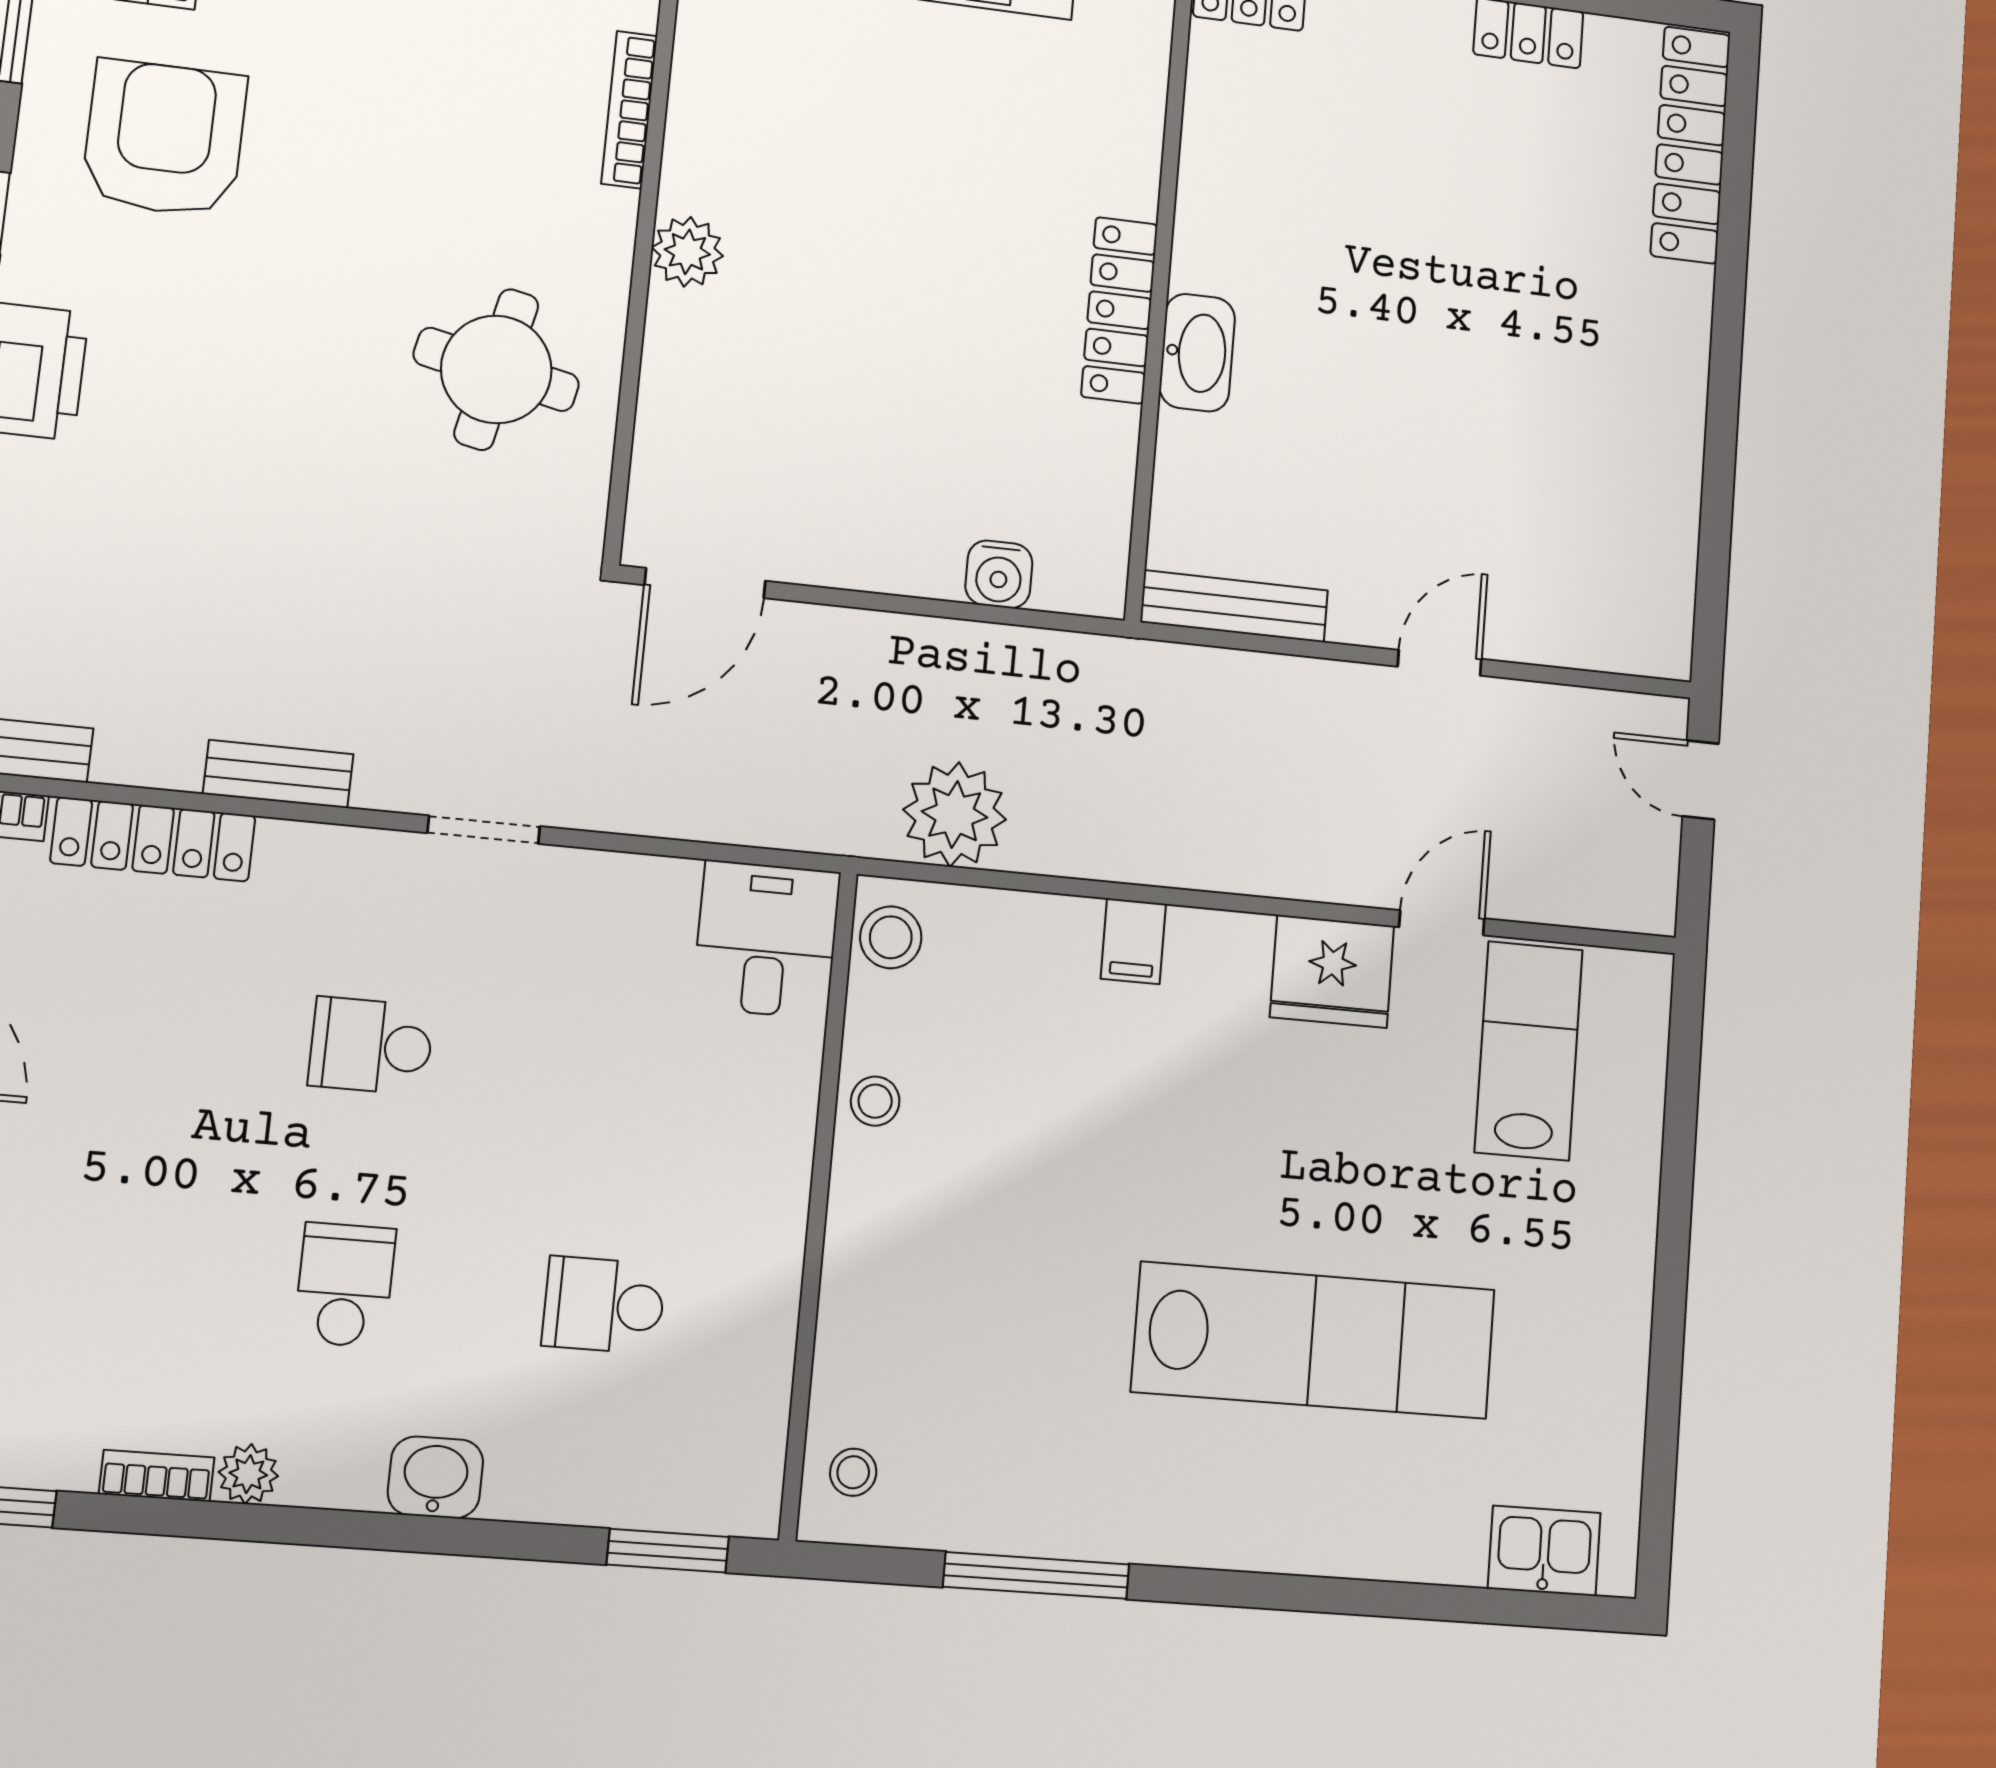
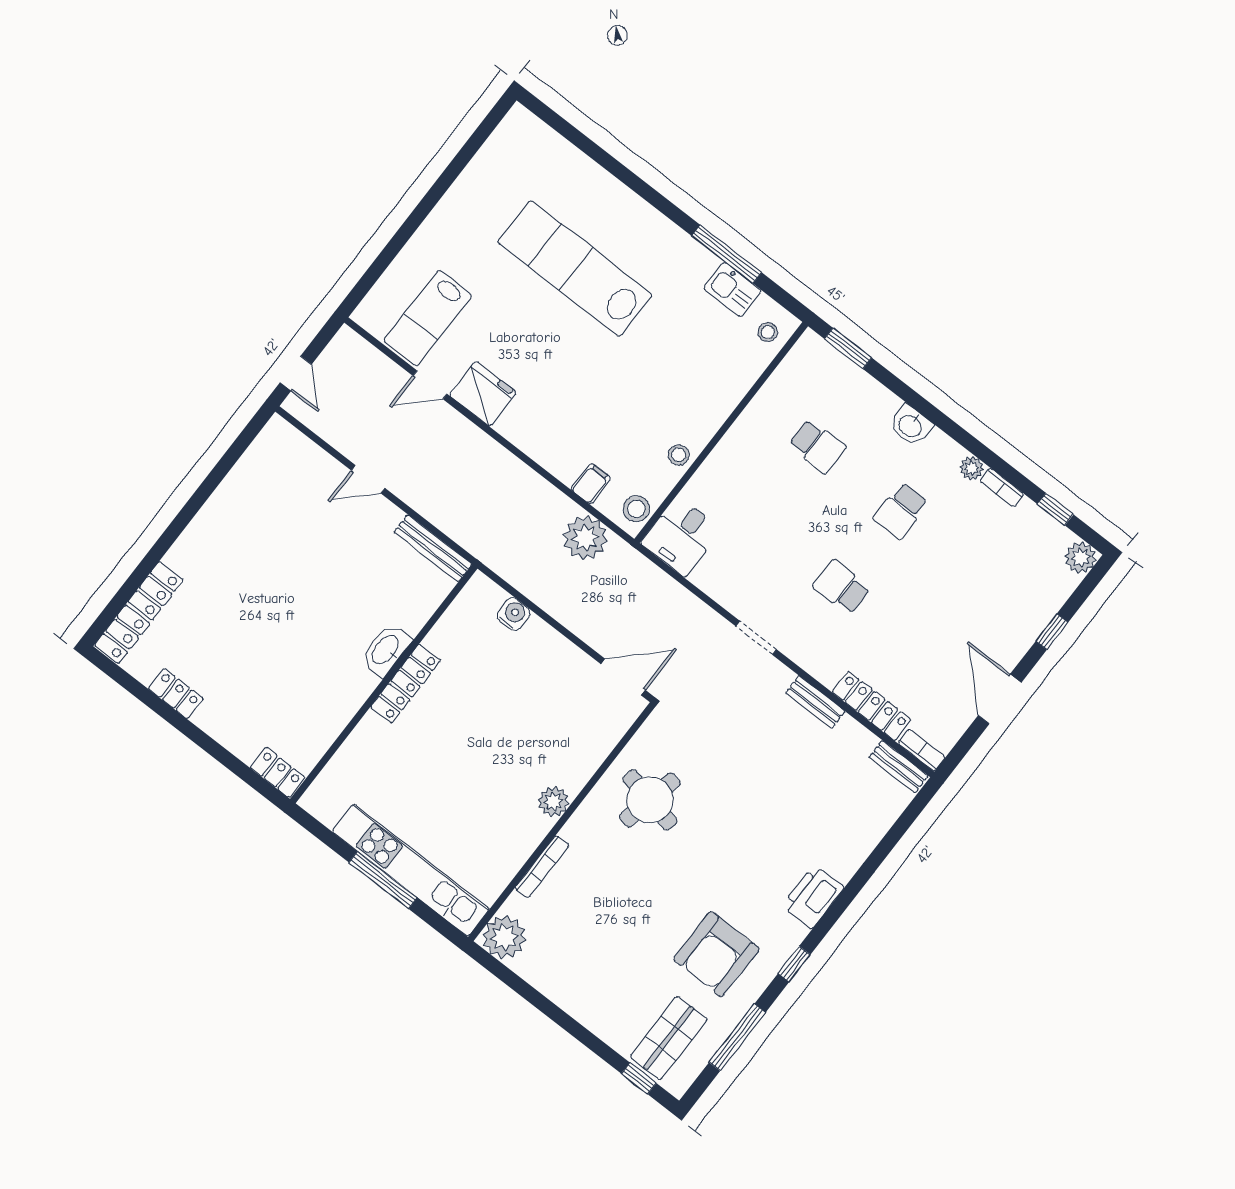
filing cabinet: (1133, 941) -> (591, 484), moved
school desk: (371, 1046) -> (842, 587), turned 180
kitchen sink: (1544, 1551) -> (732, 289), moved

